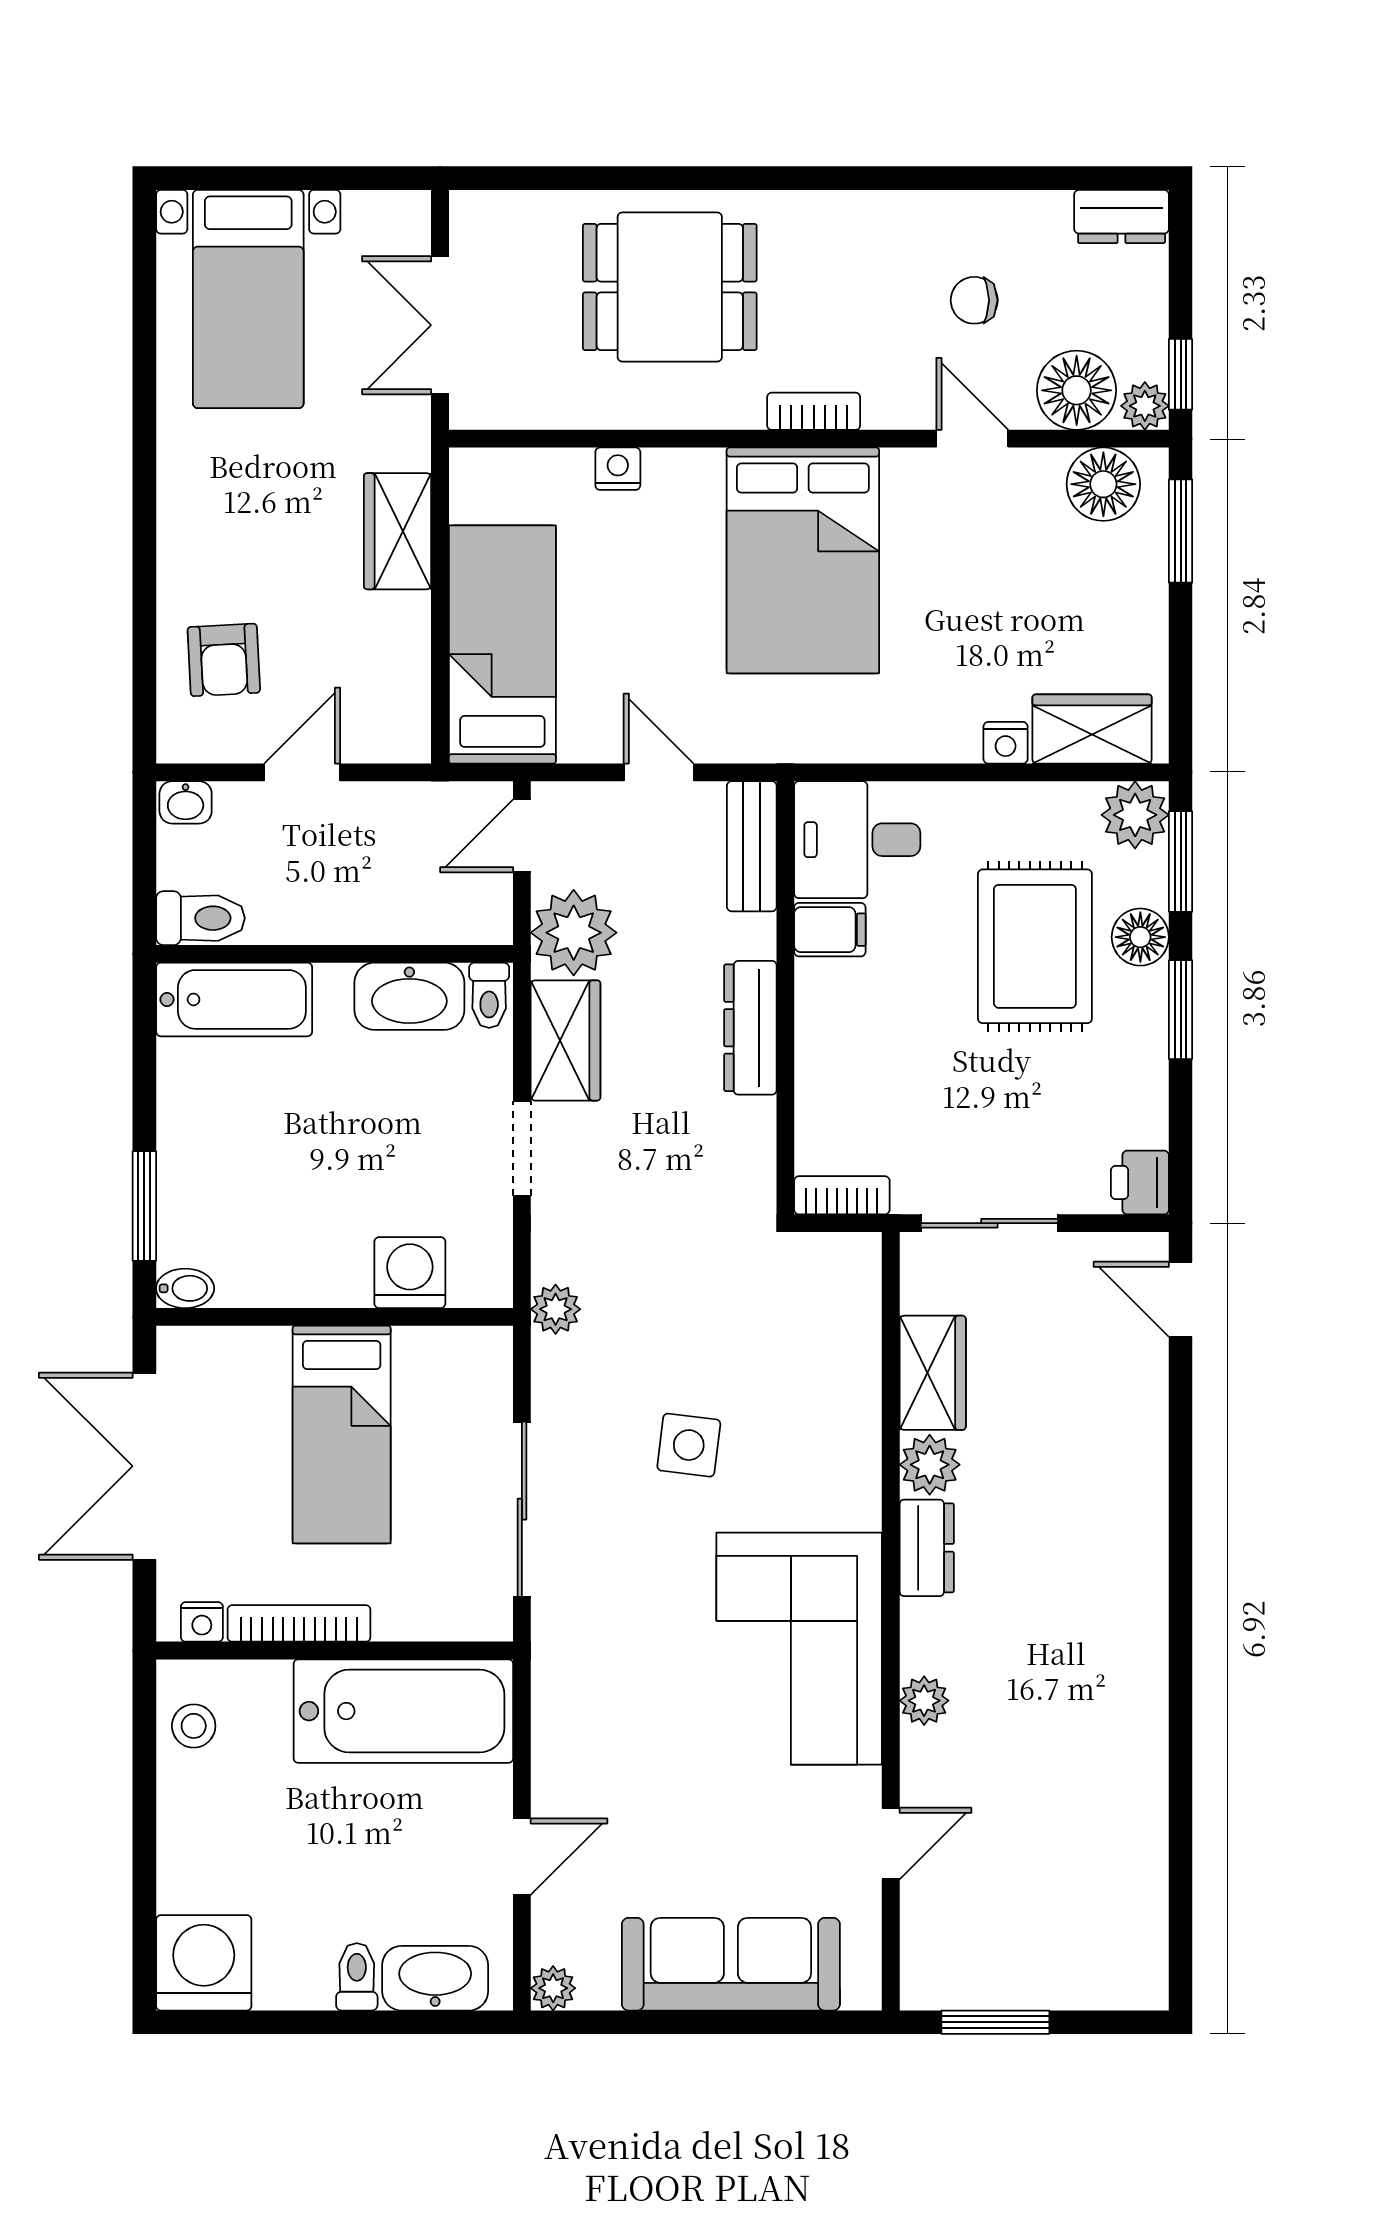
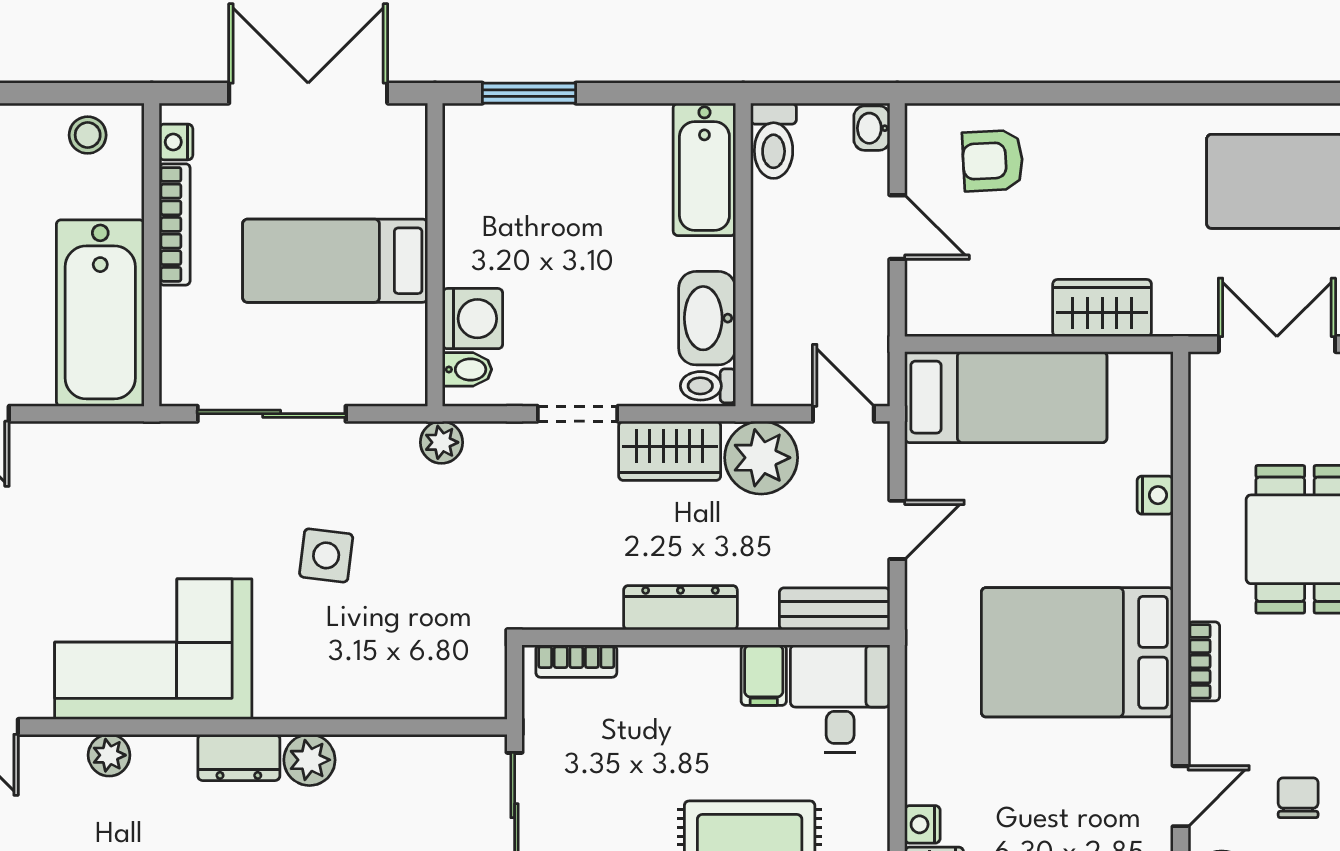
bookcase: (842, 1195) -> (576, 661), moved, turned 90
bidet: (185, 1288) -> (467, 369), moved, turned -90
wardrobe: (933, 1373) -> (387, 762), removed

